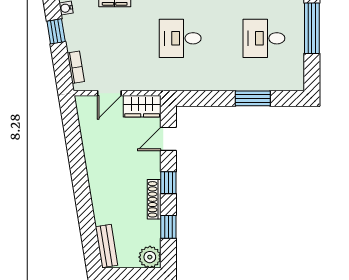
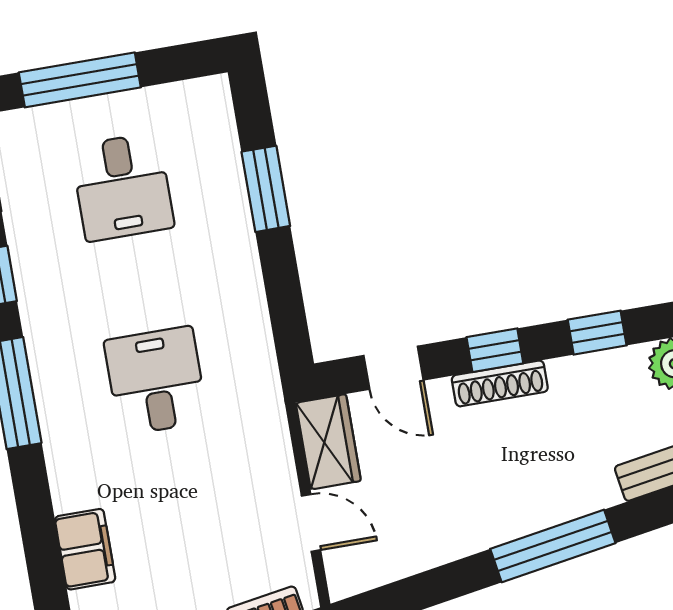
desk: (180, 38) -> (156, 381), turned 180
window: (82, 193) -> (553, 546), added
shoe rack: (154, 199) -> (500, 383), moved

